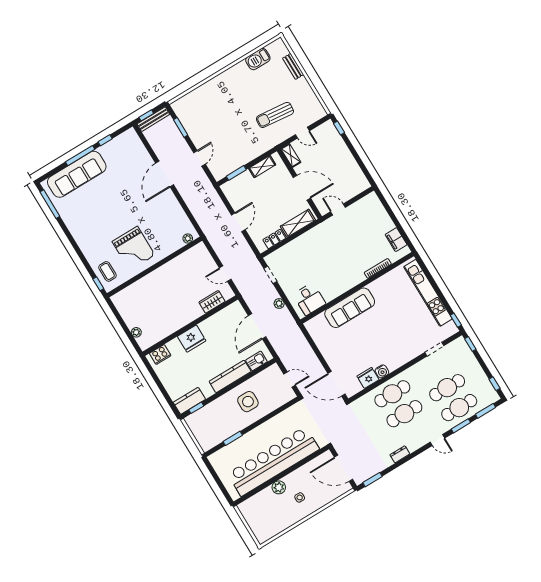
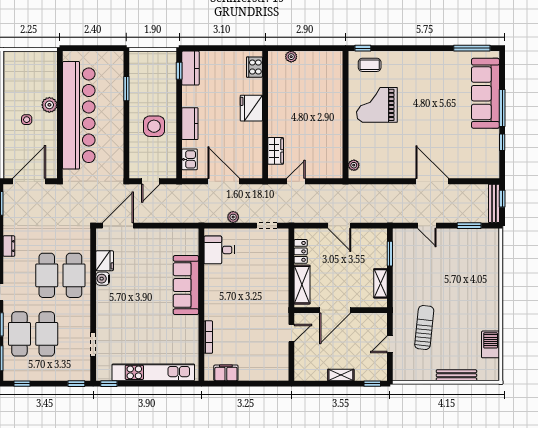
bench: (293, 66) -> (456, 375), width x1.36
shelving: (291, 155) -> (341, 375), moved
kitchen counter: (230, 376) -> (190, 124), width x0.67

